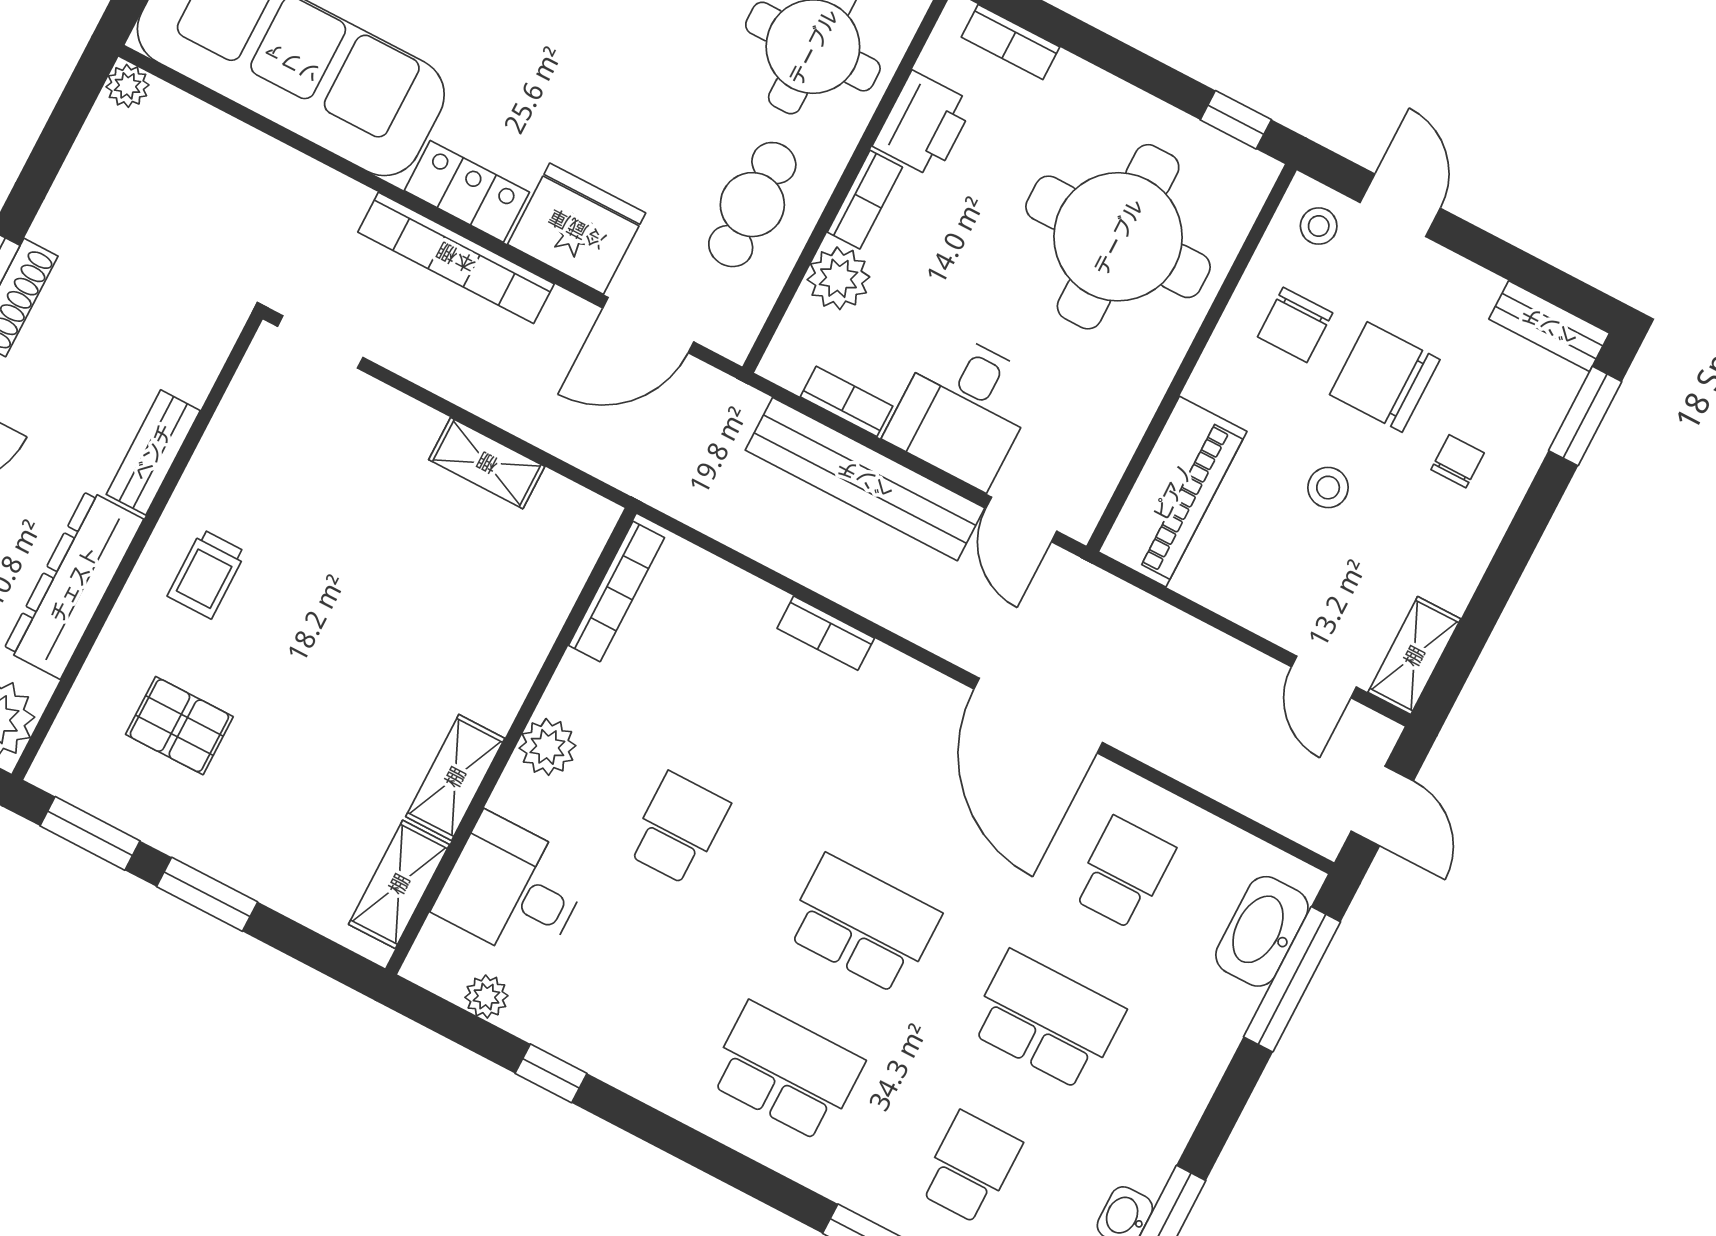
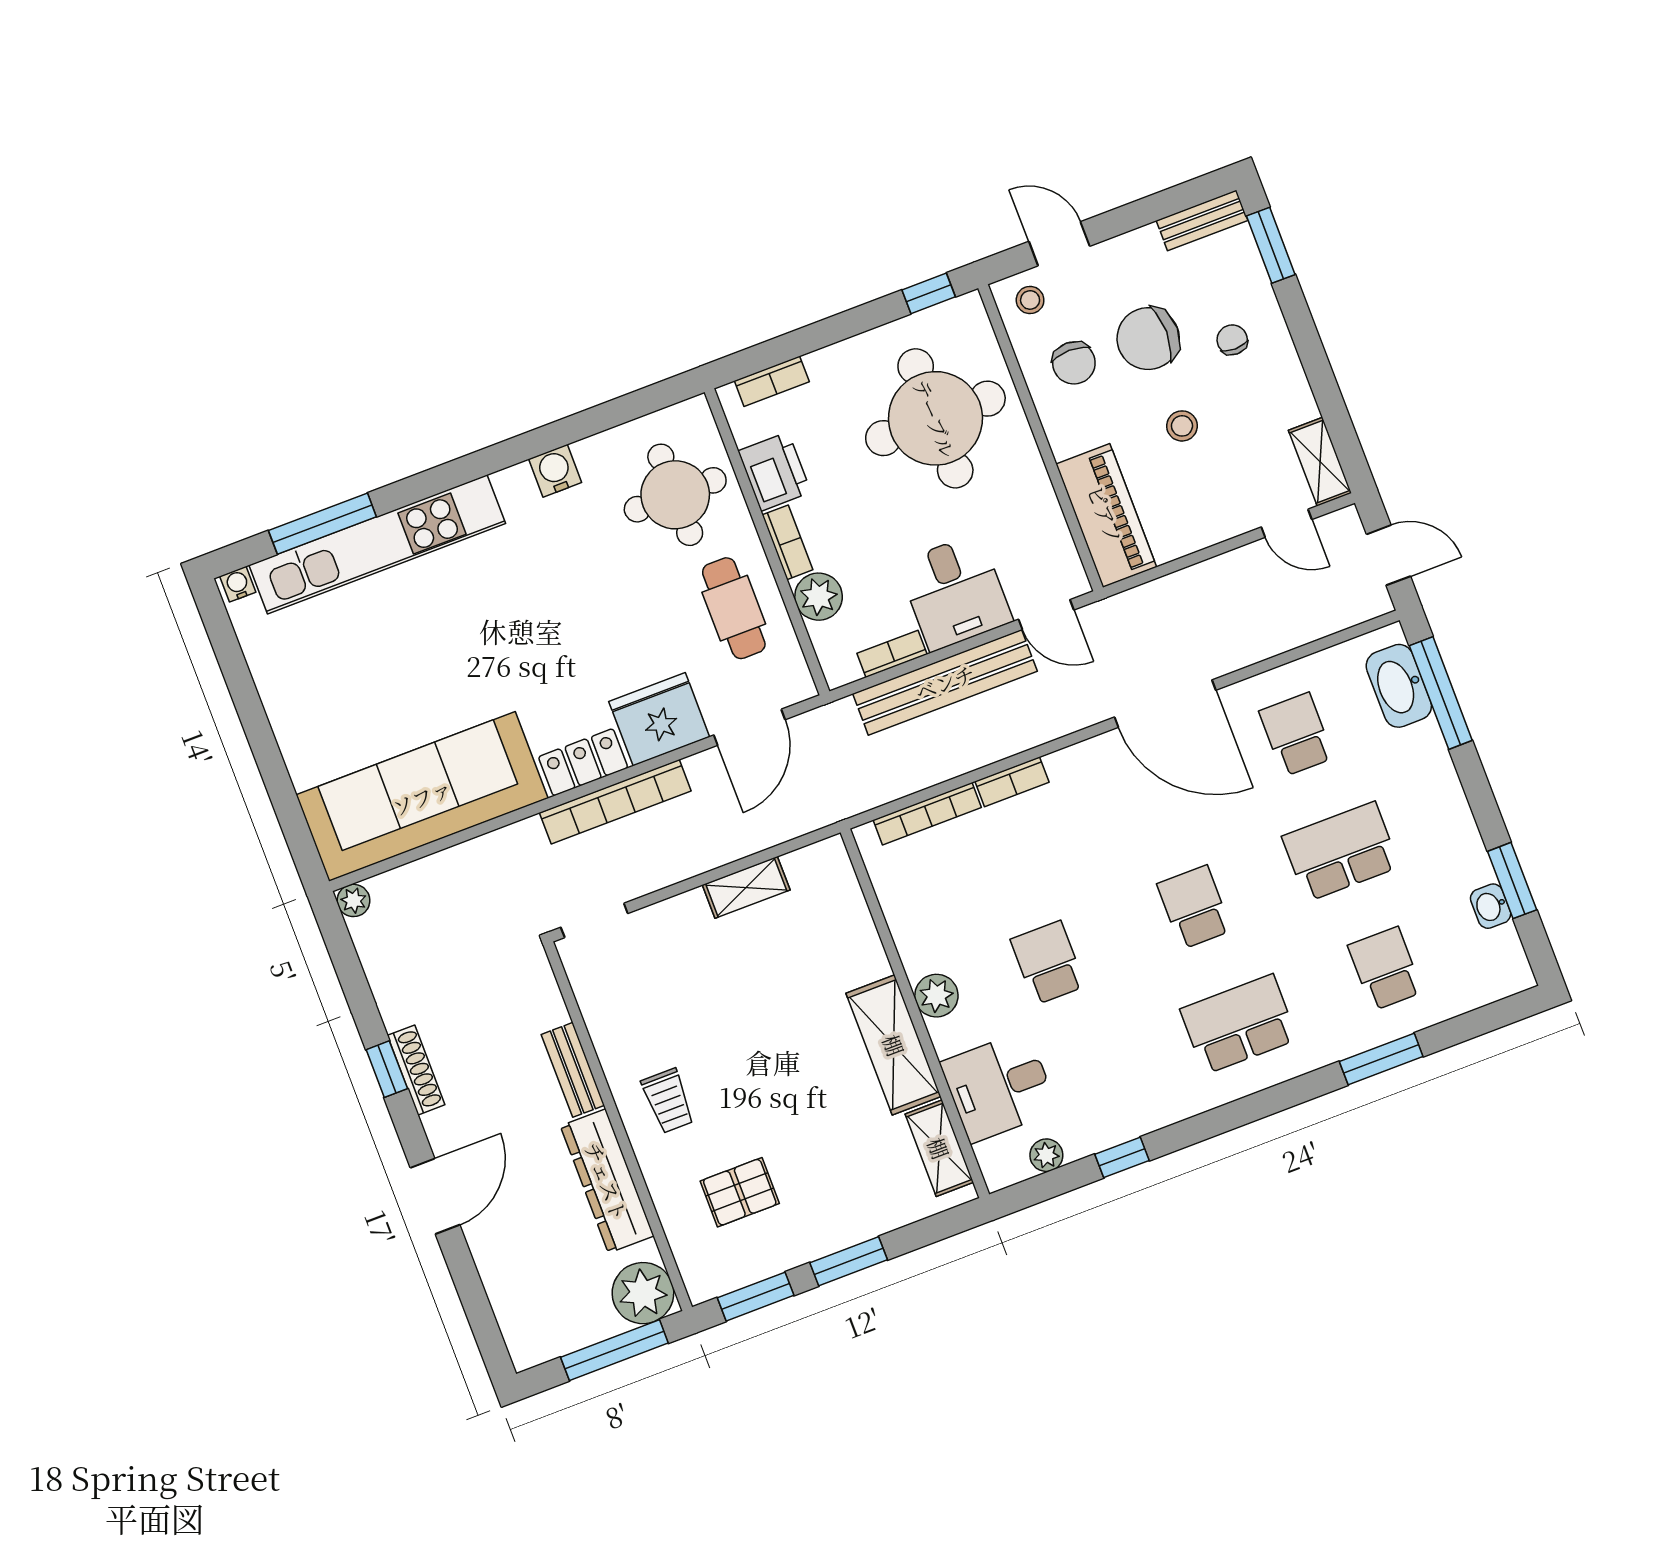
bookcase: (616, 592) -> (927, 814), moved, turned 90
shelving: (455, 777) -> (894, 1045), width x1.50, depth x1.33
school desk: (862, 924) -> (1194, 907), width x0.54

